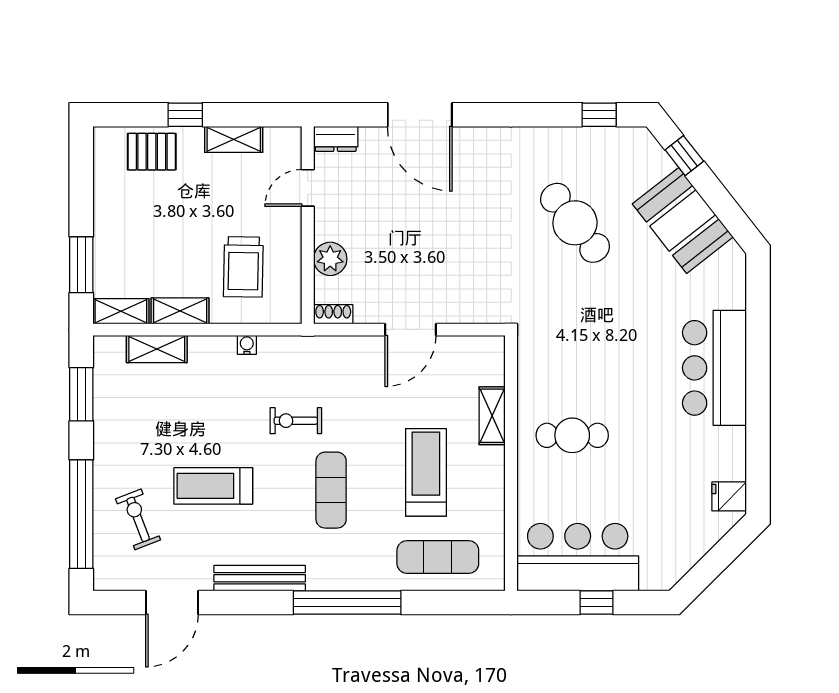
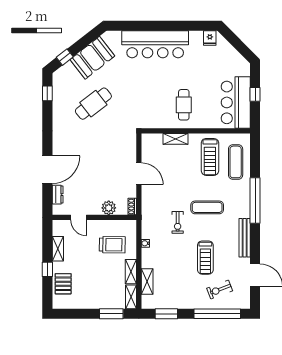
dresser: (336, 139) -> (58, 195), moved
bar counter: (714, 368) -> (155, 44), width x1.36
treadmill: (426, 472) -> (210, 157), moved, turned -90

